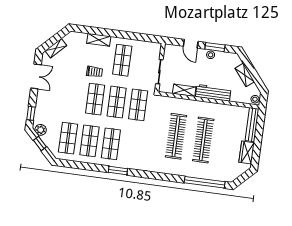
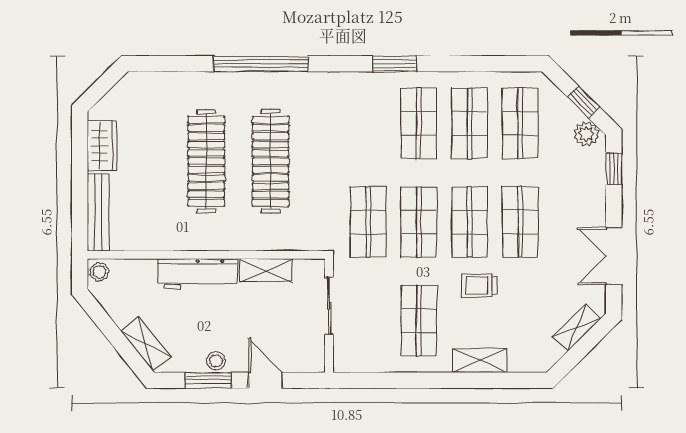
shelving: (245, 75) -> (146, 344), moved
shop shelf: (74, 96) -> (520, 222), added
window: (205, 182) -> (261, 64), moved

